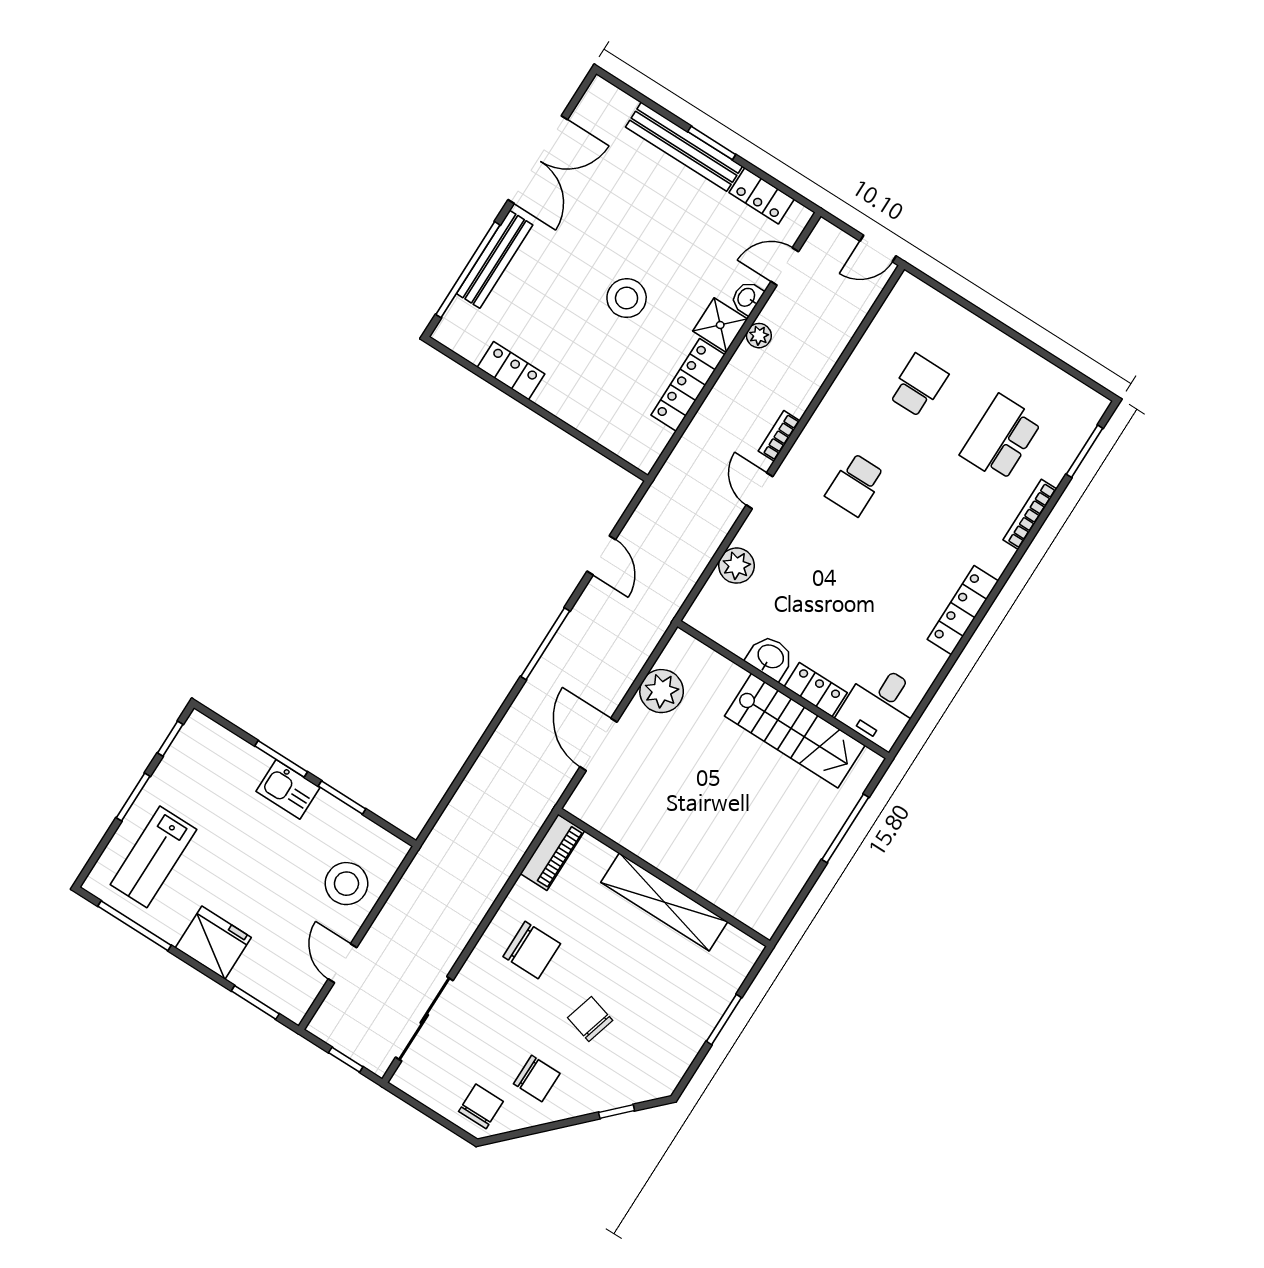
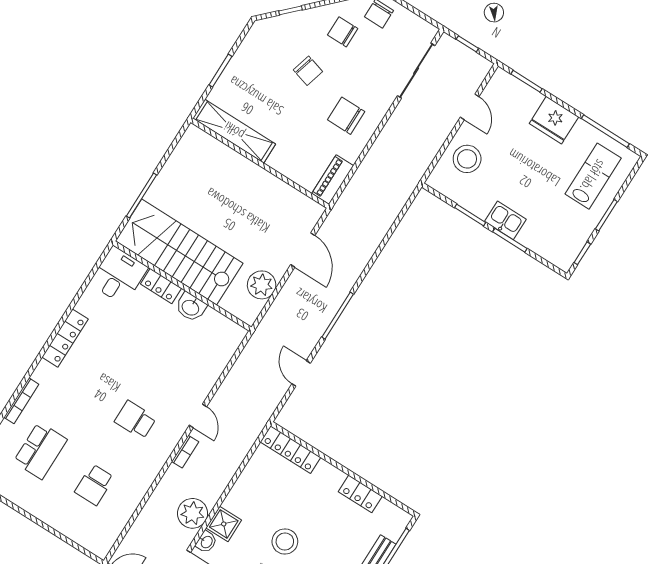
plant: (759, 336) -> (193, 513), width x1.88, depth x1.88
locker: (688, 385) -> (290, 450), moved, turned 90
school desk: (855, 485) -> (135, 420), turned -90
plant: (737, 566) -> (213, 367), removed
stairs: (795, 731) -> (179, 252), width x1.36, depth x1.51
shelving: (664, 902) -> (234, 131), moved

